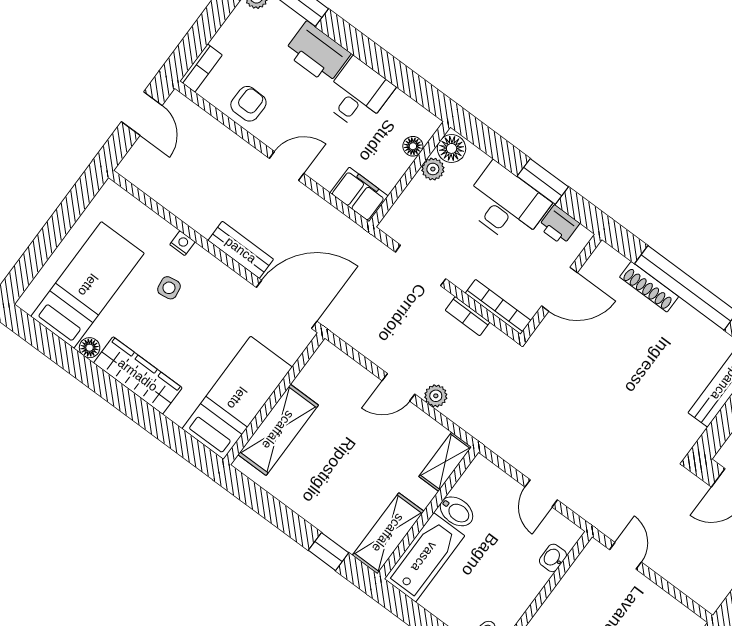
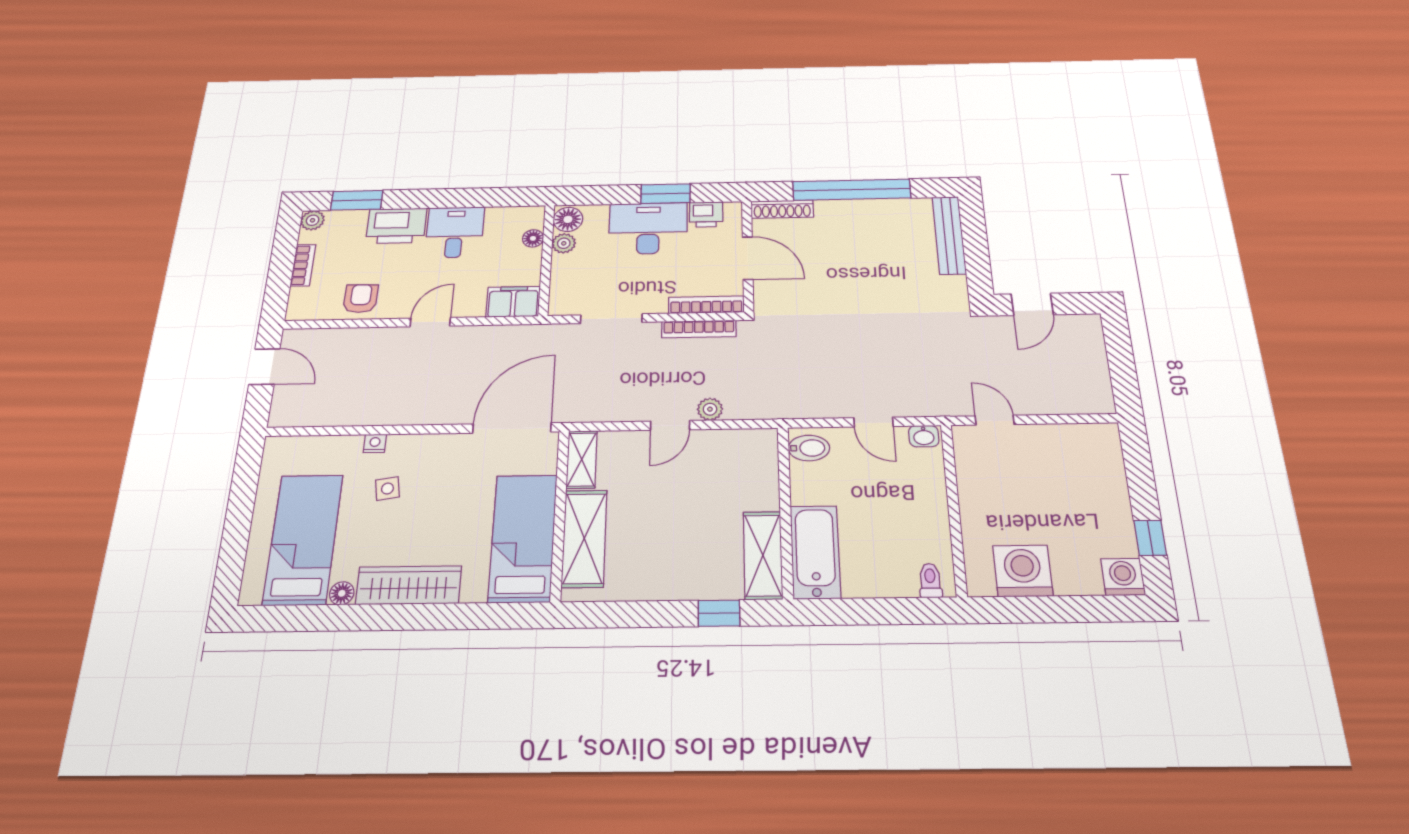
bookcase: (201, 68) -> (303, 265), moved
bench: (241, 250) -> (435, 413), removed
shoe rack: (649, 287) -> (782, 209), moved
door: (559, 289) -> (748, 258), hinge flipped
bookcase: (467, 316) -> (699, 329), width x1.56
shelving: (445, 462) -> (582, 459), moved
bidet: (457, 511) -> (809, 448), moved
washbasin: (553, 558) -> (924, 436), moved, turned -90

